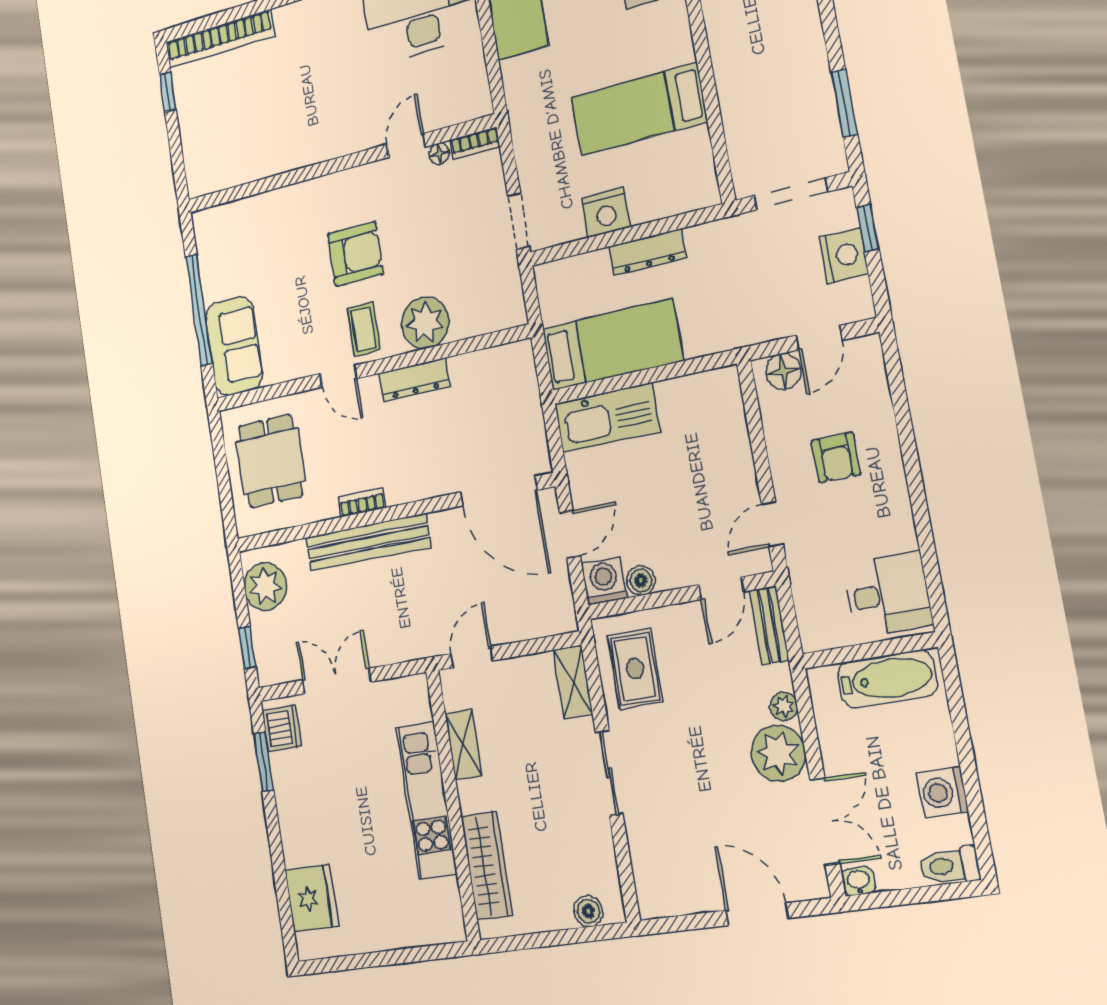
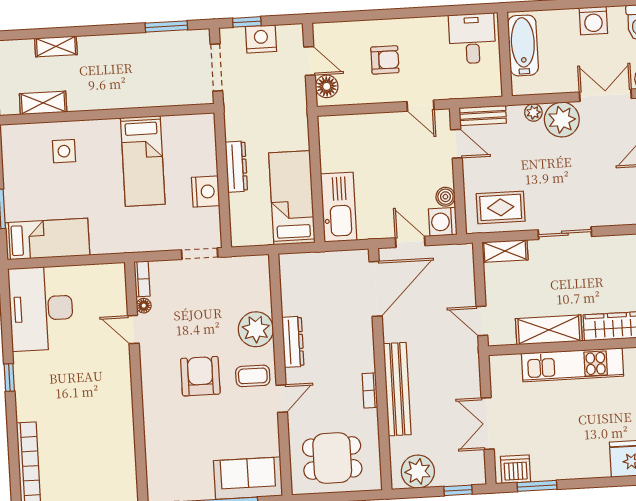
shelving: (463, 744) -> (549, 330), width x1.50, depth x1.33

